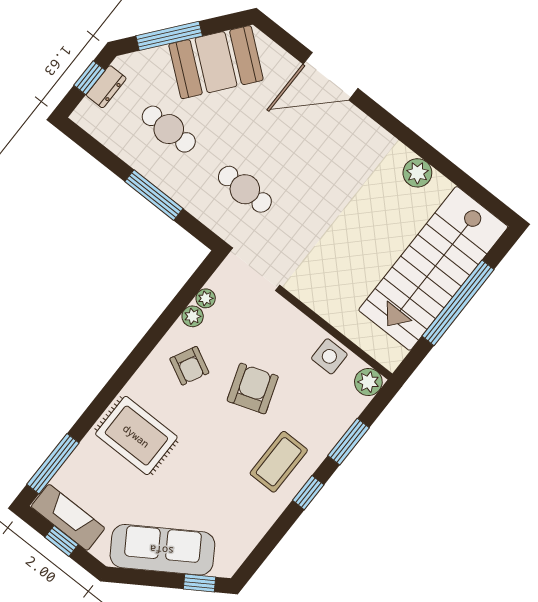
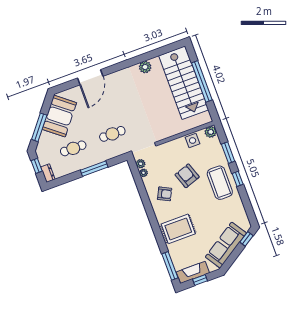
dresser: (106, 87) -> (48, 173), moved
plant: (193, 316) -> (141, 164), moved
coffee table: (279, 462) -> (220, 183), width x1.36, depth x1.32

